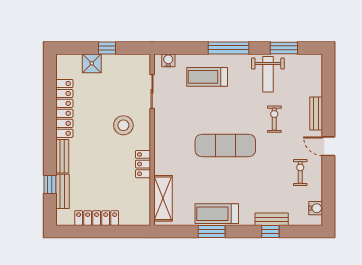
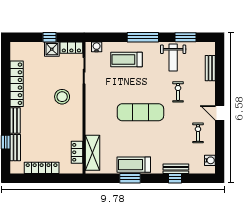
locker: (135, 61) -> (71, 48), added
shower: (92, 63) -> (52, 49), moved
bench: (316, 114) -> (210, 68), moved
locker: (143, 164) -> (77, 152), moved

